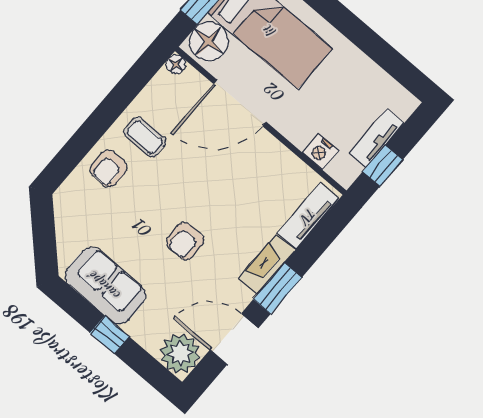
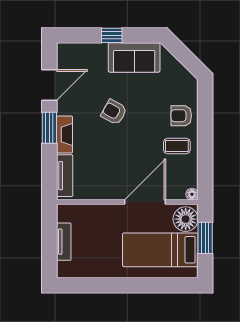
nightstand: (320, 151) -> (86, 212), removed
window: (383, 166) -> (49, 231), removed
armchair: (109, 168) -> (181, 116), turned -90
armchair: (185, 241) -> (114, 112), turned -61
plant: (180, 354) -> (70, 56), removed

